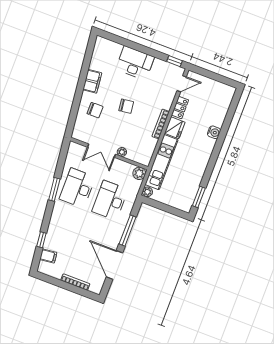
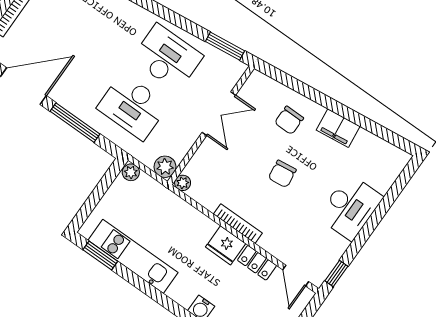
double door: (102, 151) -> (219, 114), swing flipped
plant: (122, 152) -> (183, 183), moved
kitchen unit: (162, 162) -> (133, 256), moved, turned 180
window: (54, 189) -> (225, 46), moved
desk: (110, 200) -> (133, 106), turned 180

